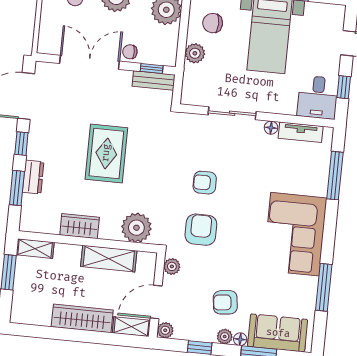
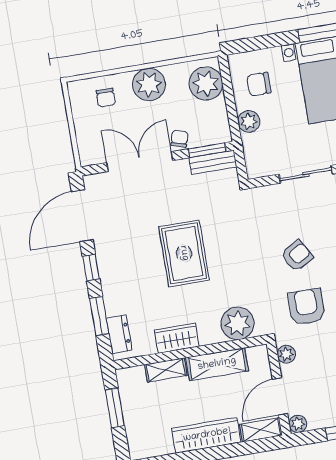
chair: (130, 52) -> (179, 139), turned 107
window: (152, 69) -> (207, 150), width x1.50
dresser: (33, 177) -> (119, 334), moved
armchair: (205, 183) -> (297, 256), turned 150
shelving: (35, 249) -> (166, 370), moved

